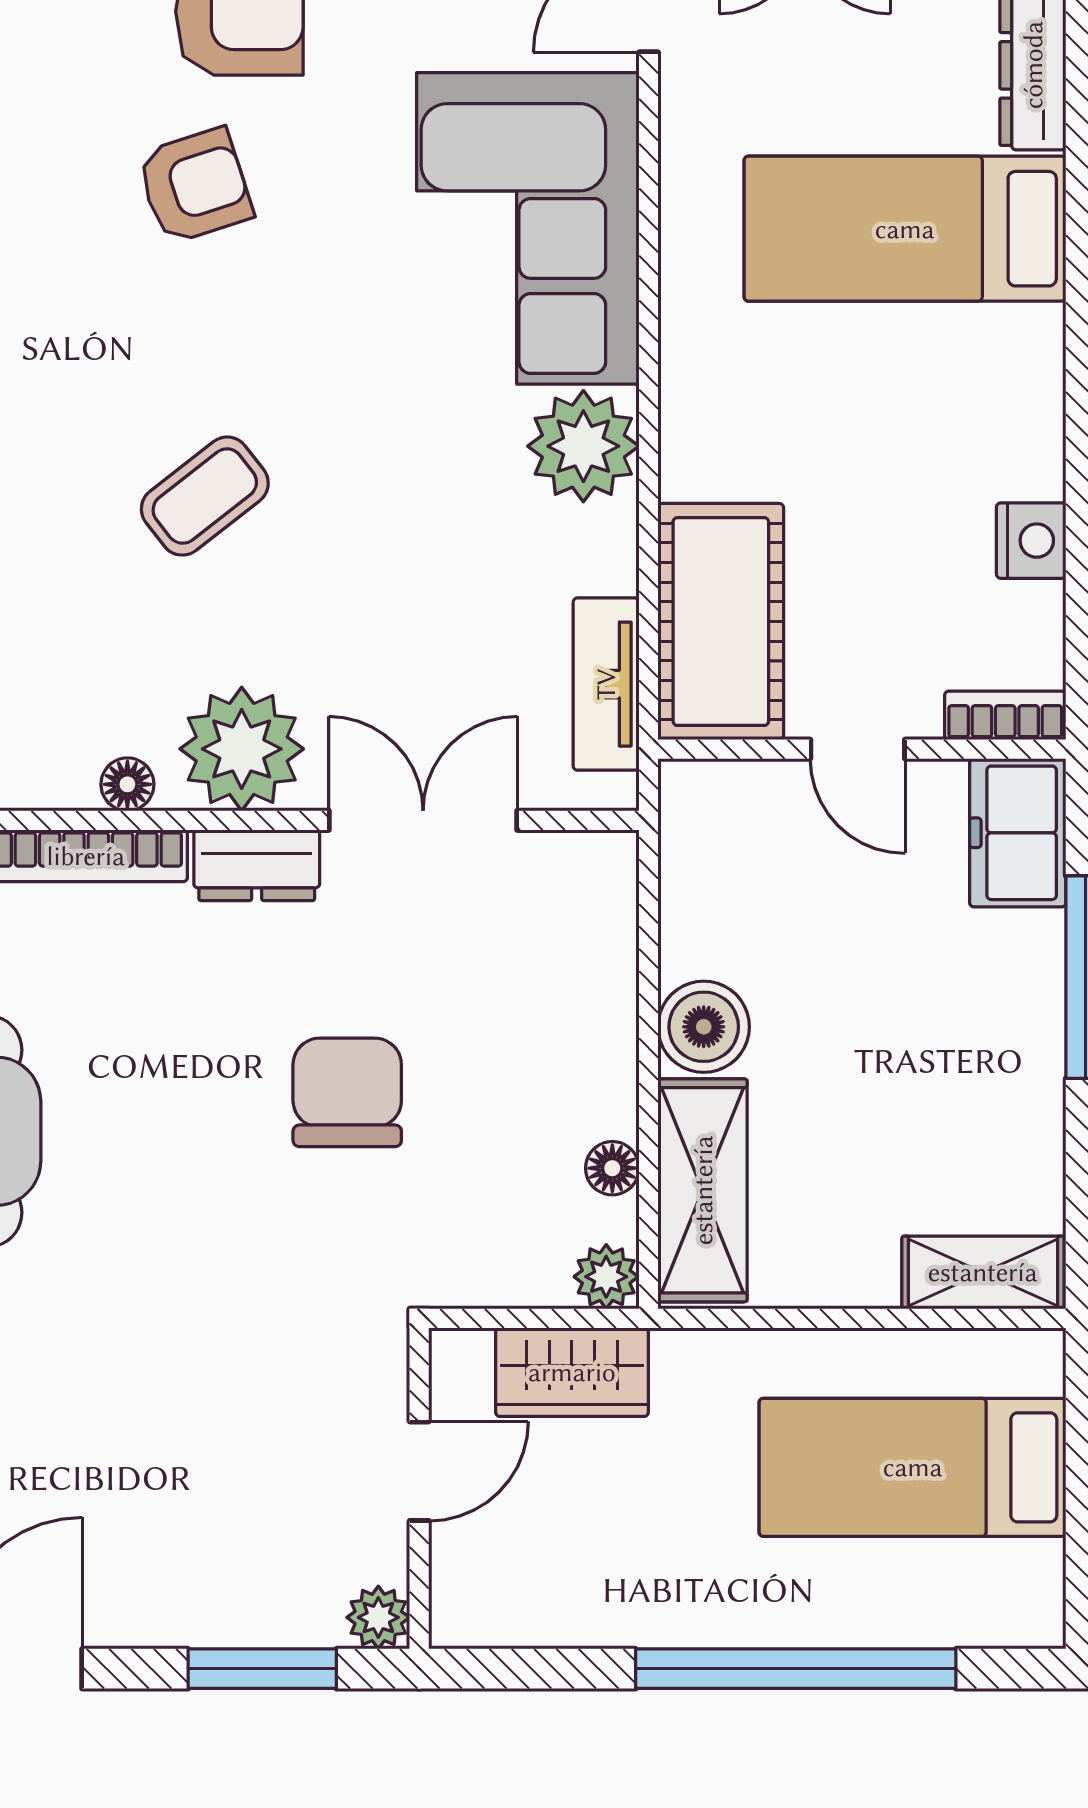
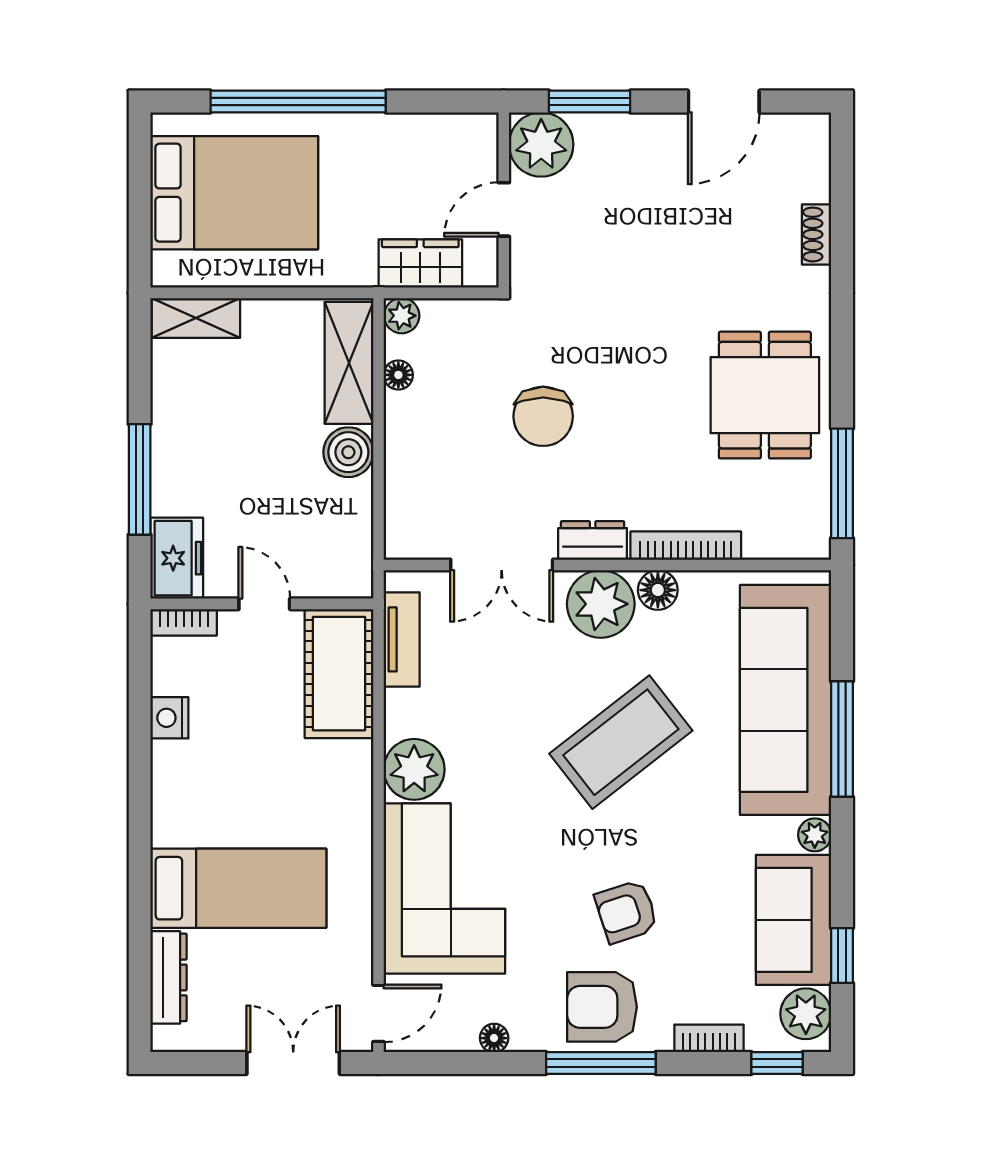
coffee table: (205, 496) -> (621, 742), width x1.86, depth x1.72
floor lamp: (127, 784) -> (658, 590), width x1.37, depth x1.37
bed: (913, 1467) -> (234, 193), width x1.50
plant: (378, 1617) -> (541, 145), width x1.88, depth x1.88

